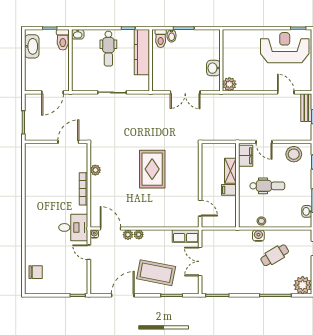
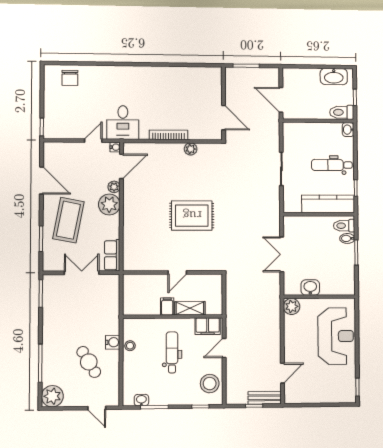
reception desk: (285, 48) -> (336, 336), moved
dental chair: (267, 186) -> (172, 352), turned 180
door: (200, 208) -> (177, 272), moved
plant: (139, 234) -> (109, 204), width x1.88, depth x1.88

